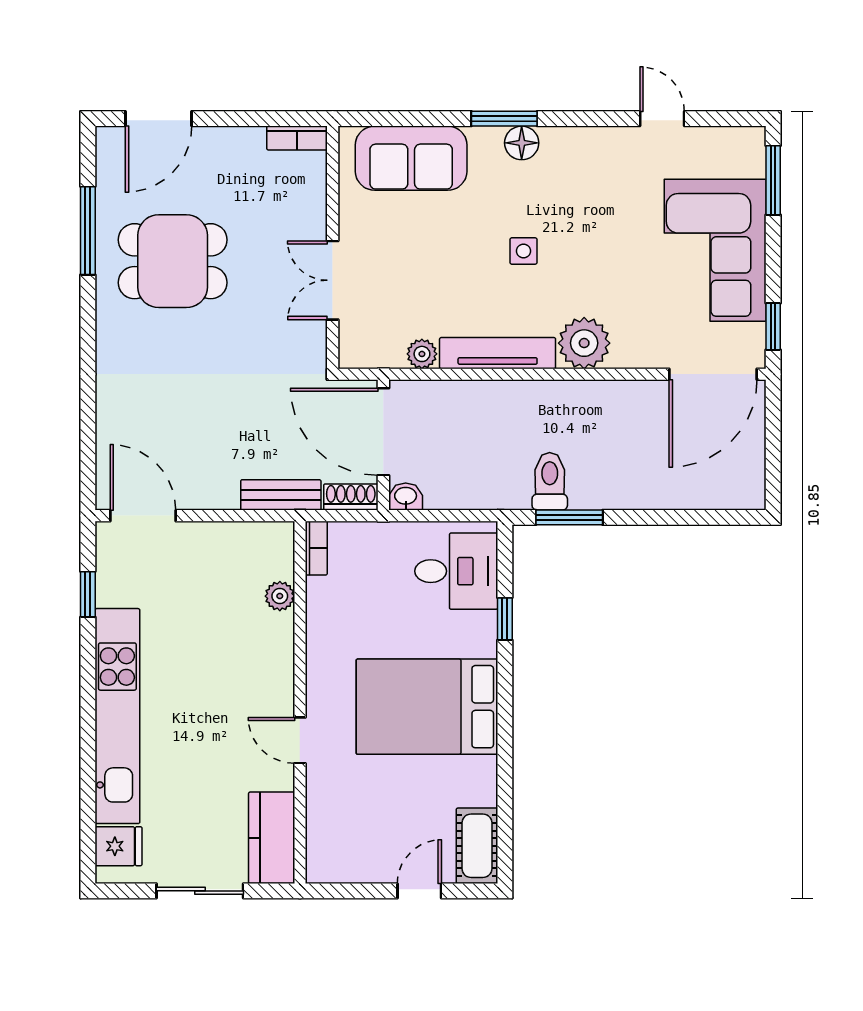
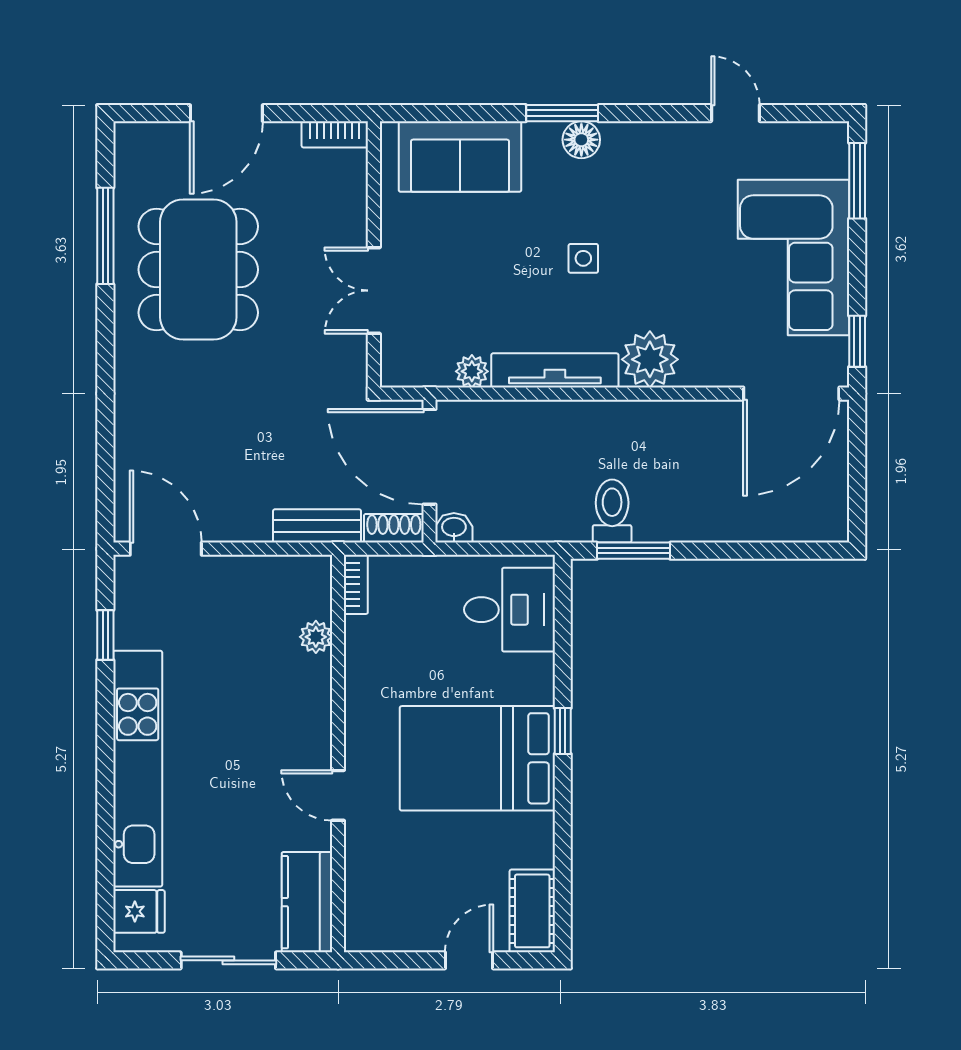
door: (159, 119) -> (226, 113), moved
dining table: (173, 261) -> (198, 270), width x1.38
window: (505, 619) -> (563, 731), moved

